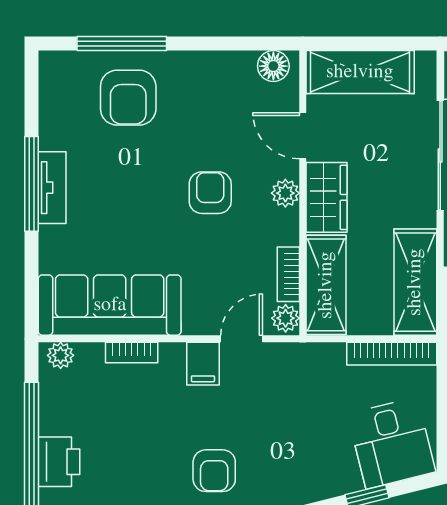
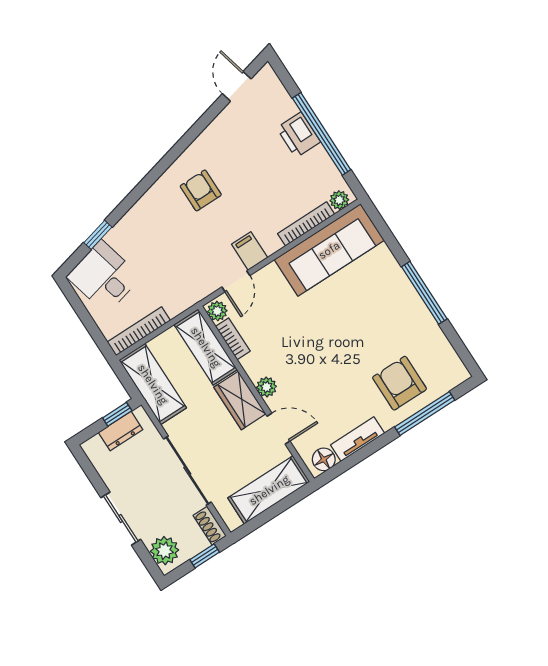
tv unit: (52, 188) -> (358, 439), moved, turned 90
armchair: (210, 193) -> (312, 358), removed
bookcase: (132, 353) -> (306, 224), width x1.56

